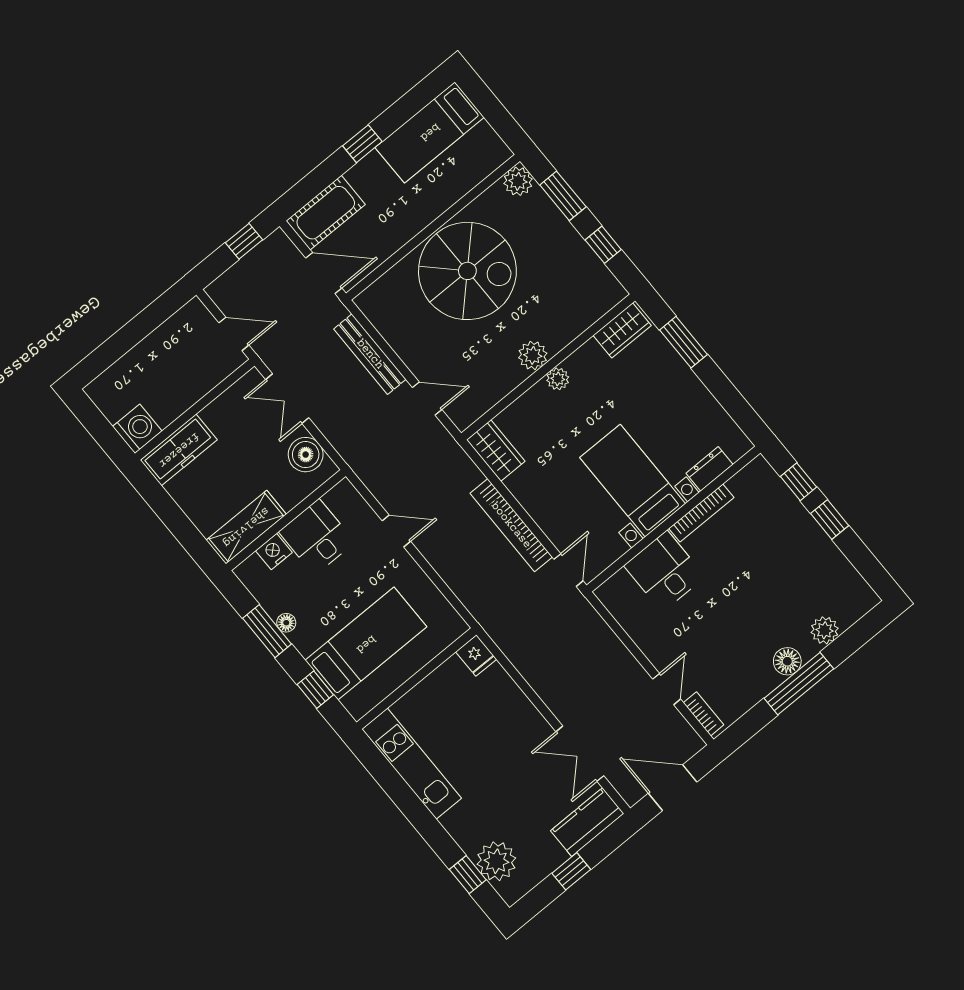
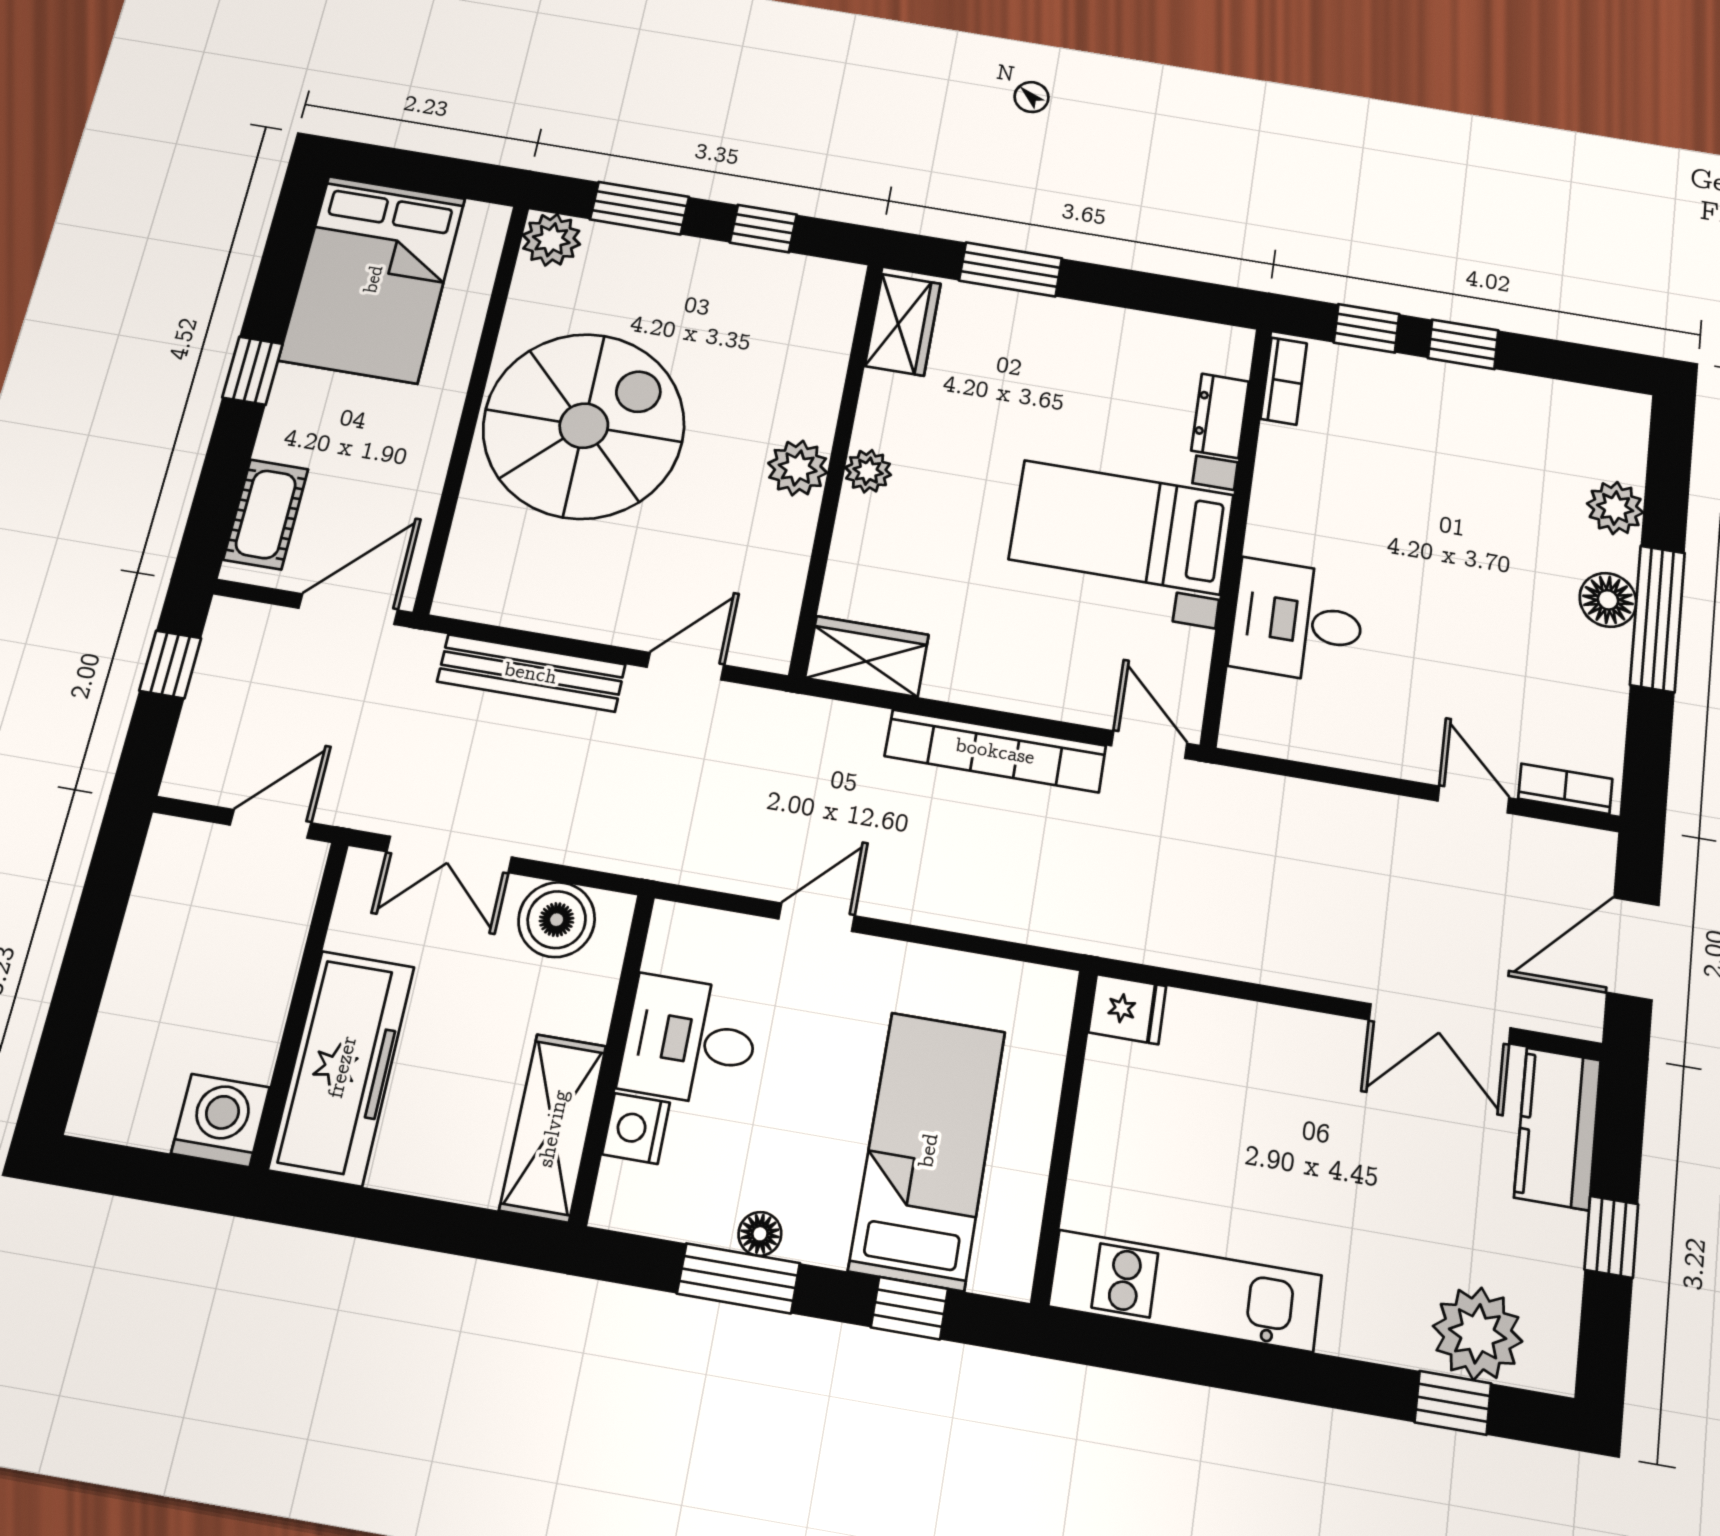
bed: (430, 132) -> (373, 279), width x1.50
cot: (326, 213) -> (266, 514), width x0.73, depth x0.75
freezer: (179, 450) -> (342, 1067), width x1.36, depth x1.26
bookcase: (701, 513) -> (1284, 381), moved, width x0.64

